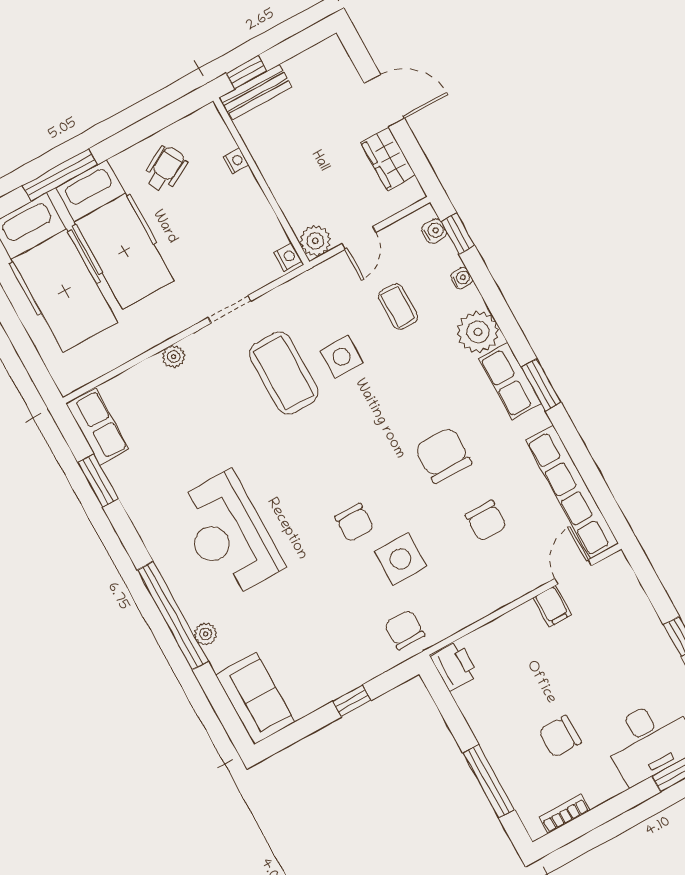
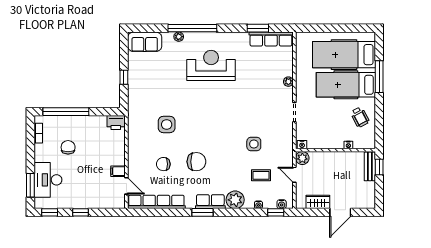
coffee table: (284, 373) -> (260, 119), removed
row of seats: (97, 426) -> (271, 39), width x1.48
chair: (354, 523) -> (190, 115), removed
chair: (405, 630) -> (139, 111), removed
window: (489, 781) -> (66, 112), width x1.46

